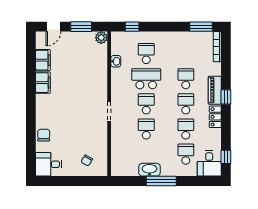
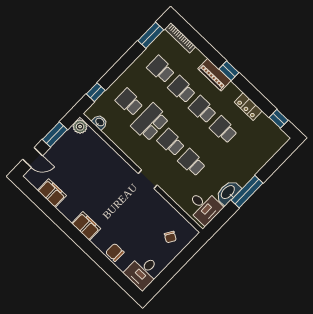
door: (53, 27) -> (33, 157), hinge flipped
washbasin: (116, 61) -> (100, 122), moved
filing cabinet: (43, 83) -> (86, 226), moved
locker: (215, 117) -> (248, 107), moved
school desk: (186, 154) -> (161, 69), moved
desk: (209, 163) -> (204, 207), moved

